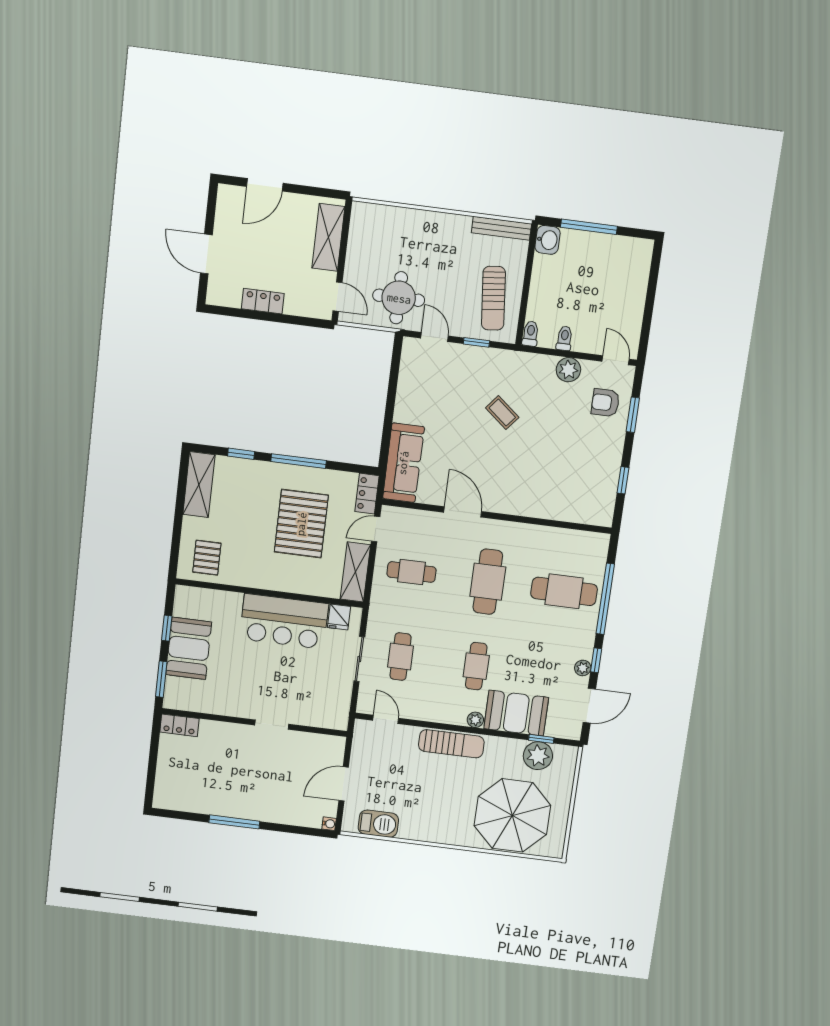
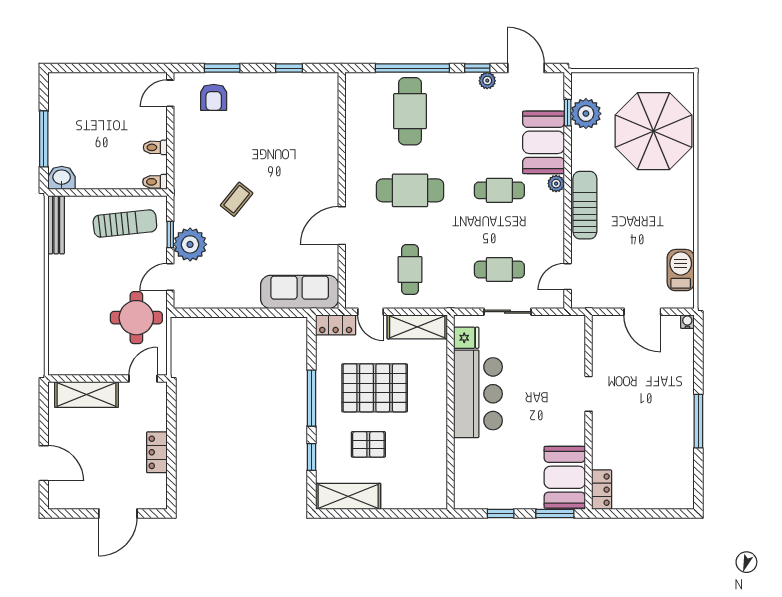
plant: (568, 370) -> (190, 244), moved, width x1.36, depth x1.36
pallet: (207, 558) -> (368, 444), moved
booth: (189, 648) -> (565, 477), moved, turned 90

